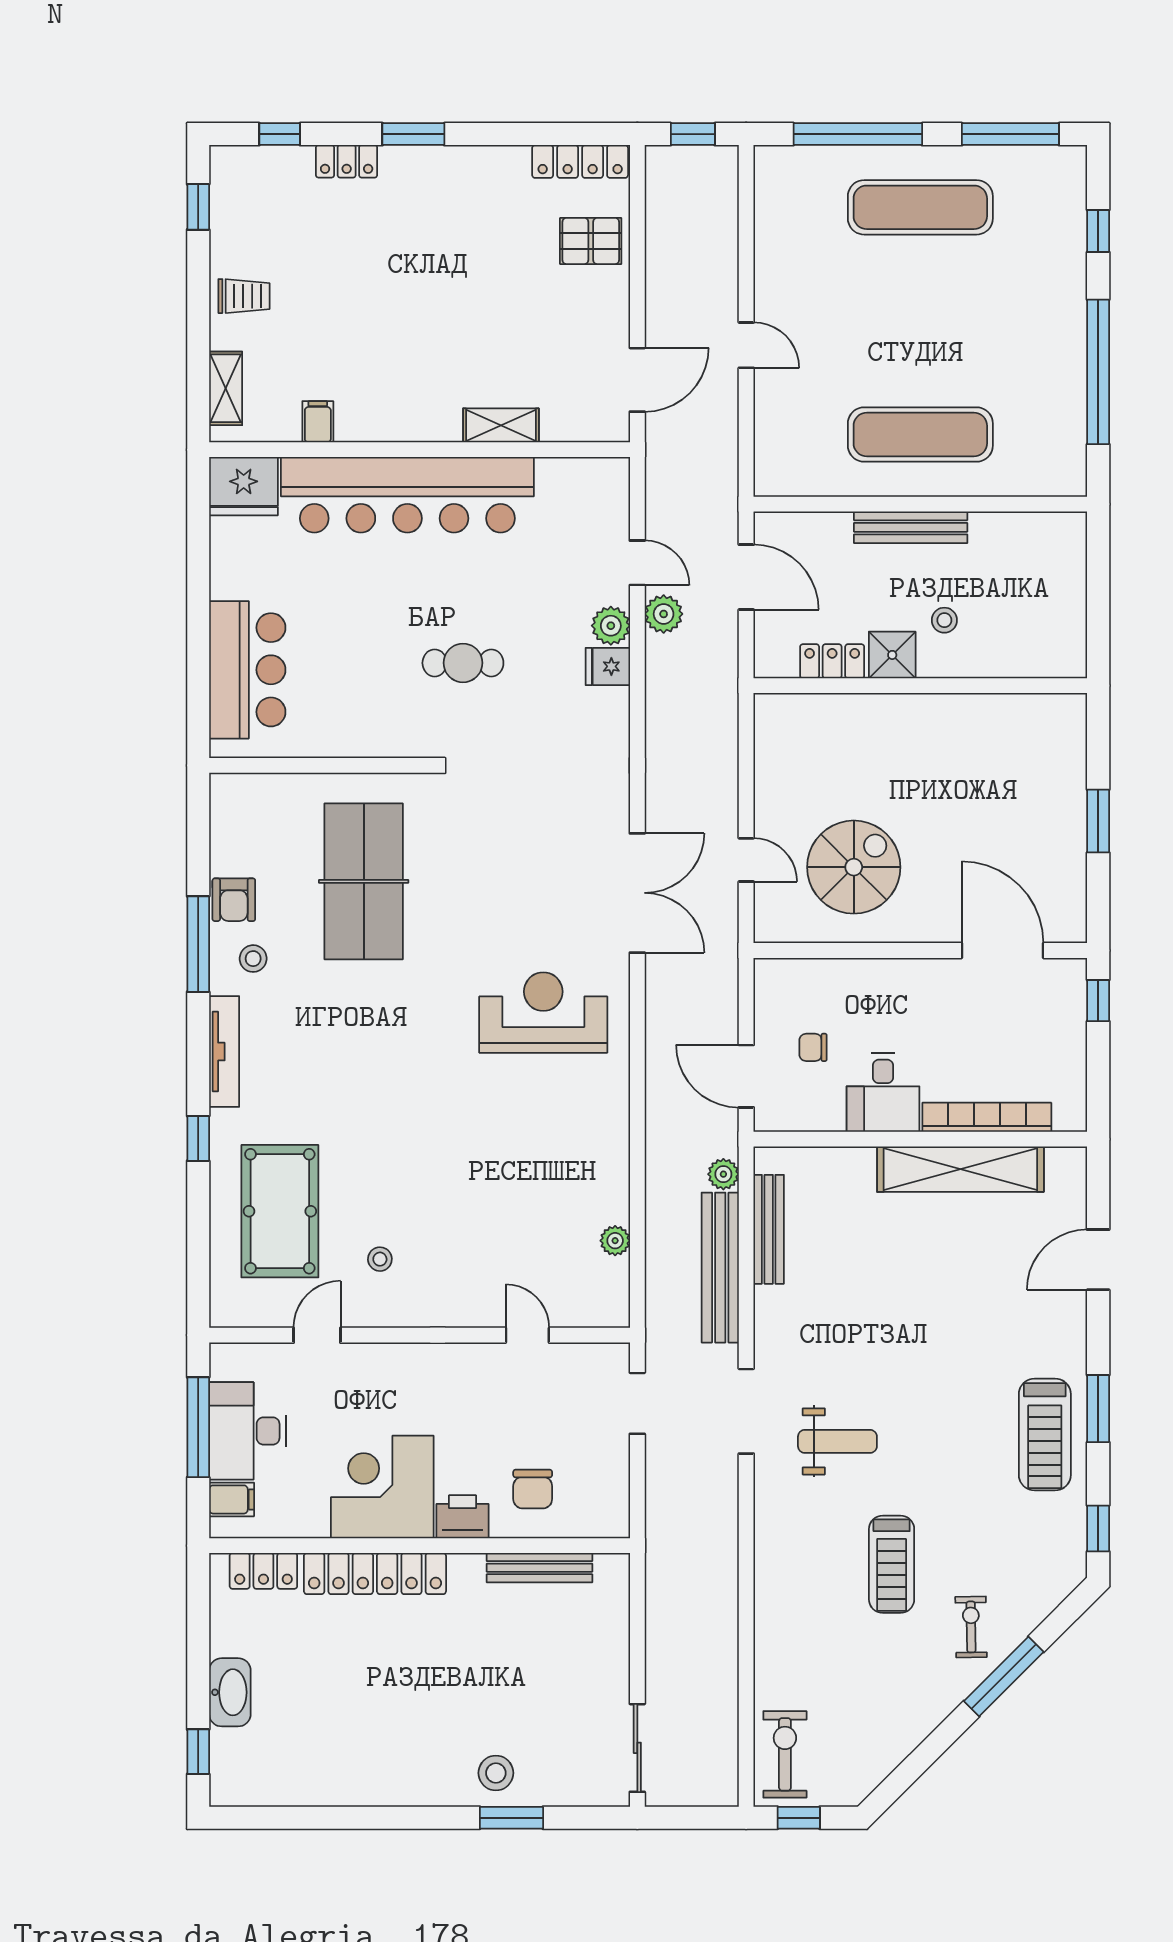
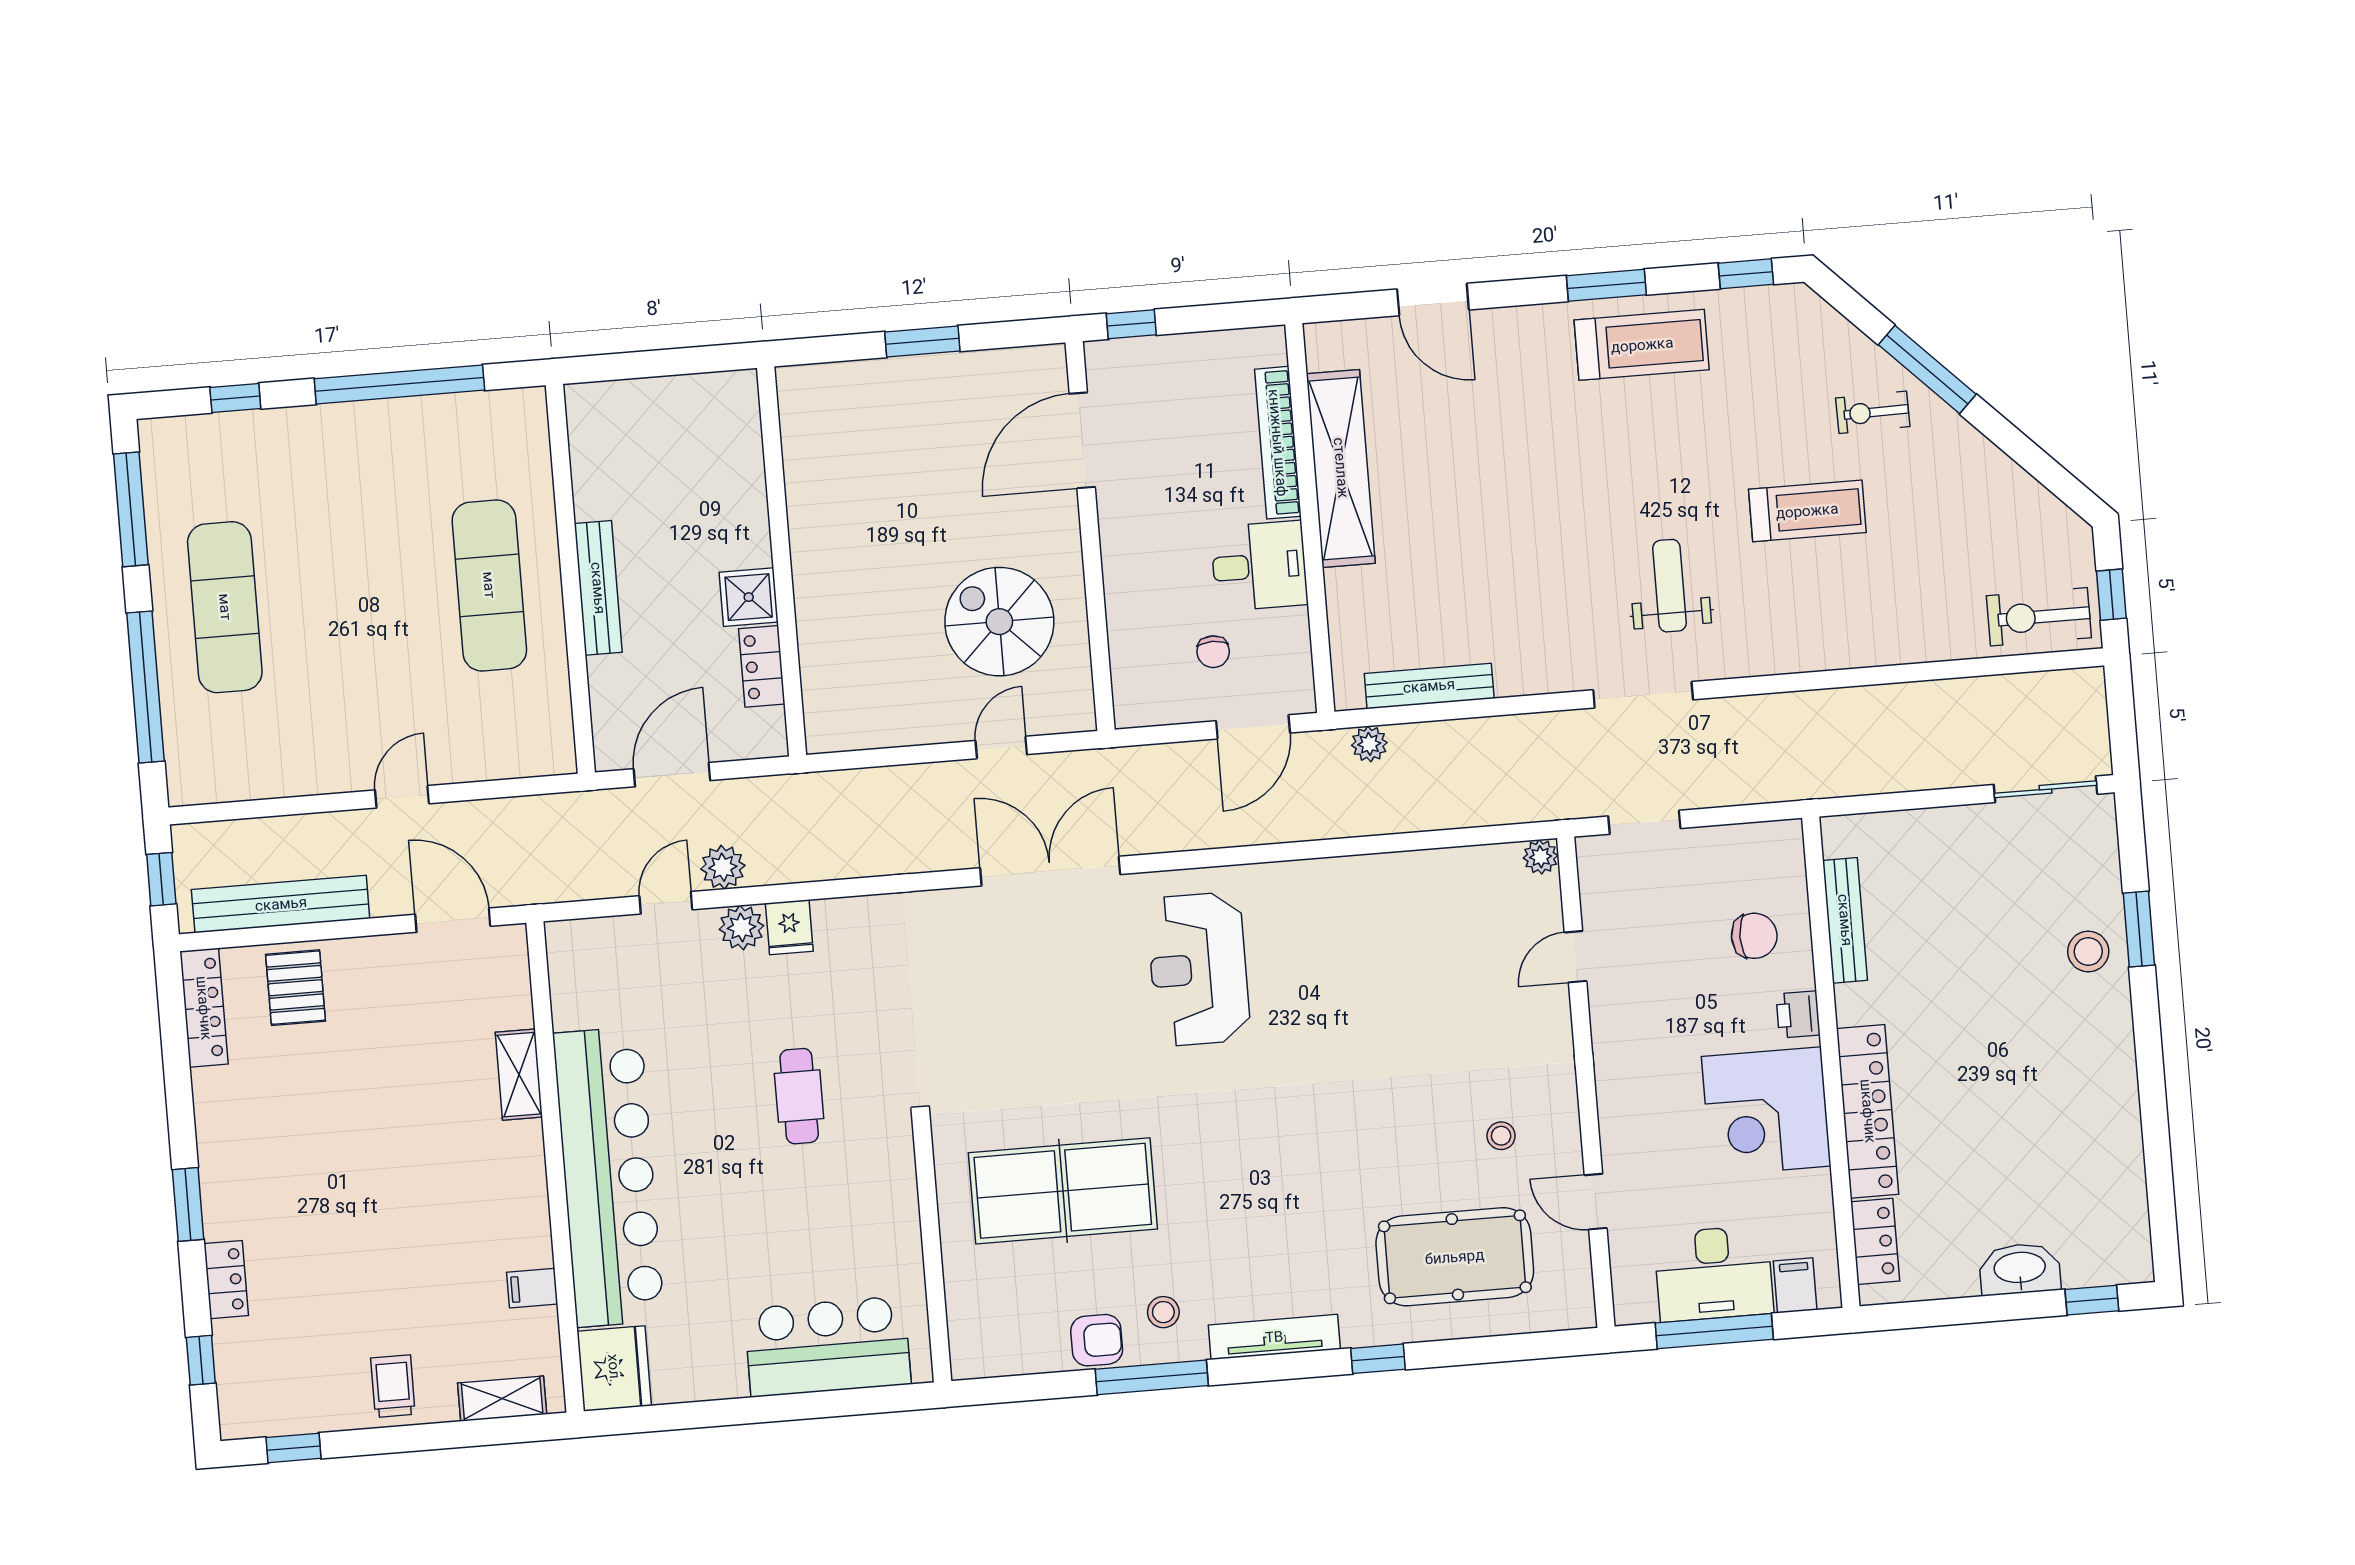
stool: (944, 620) -> (703, 540), removed
plant: (615, 1241) -> (1541, 857), moved
bench: (720, 1268) -> (281, 904), moved
printer: (463, 1517) -> (1798, 1014), width x0.73, depth x0.81

